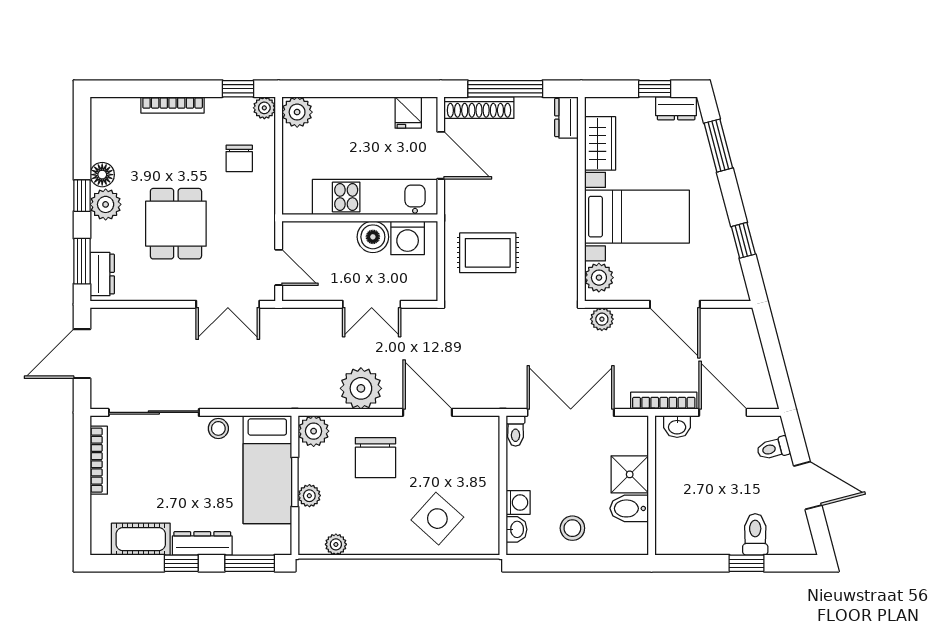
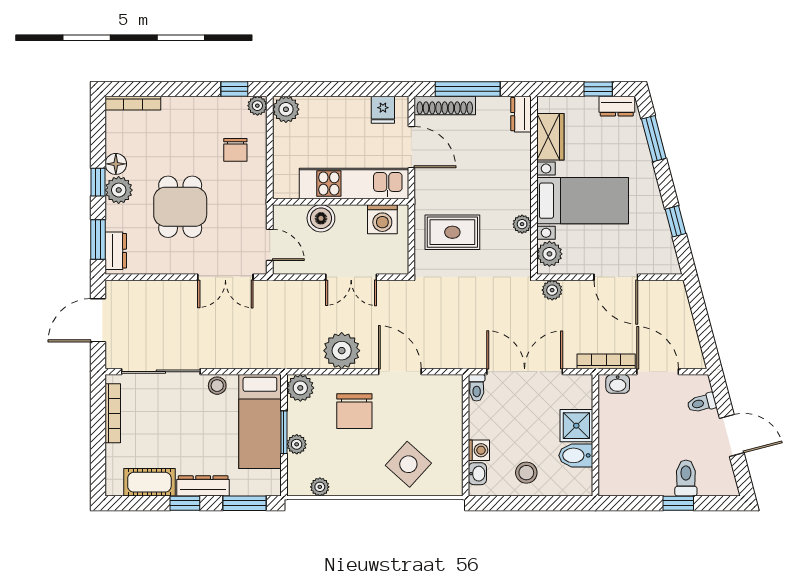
bookcase: (173, 105) -> (133, 103), moved
boiler: (373, 237) -> (321, 218), moved
plant: (568, 244) -> (522, 224), added

